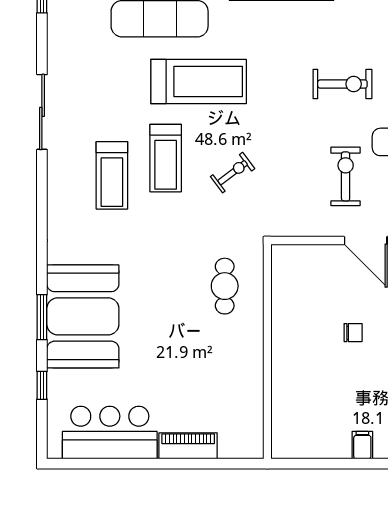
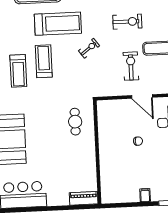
treadmill: (166, 158) -> (44, 61), turned 180
exercise bike: (233, 173) -> (89, 48), moved
piano: (188, 446) -> (84, 198), moved

